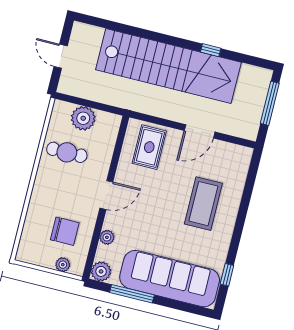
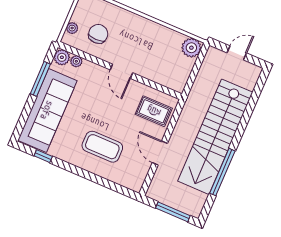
window: (211, 50) -> (222, 172), width x3.17
plant: (83, 118) -> (191, 48), moved
cafe table: (67, 152) -> (160, 46), removed
chair: (65, 231) -> (98, 34), turned 180
plant: (107, 237) -> (76, 61), moved

